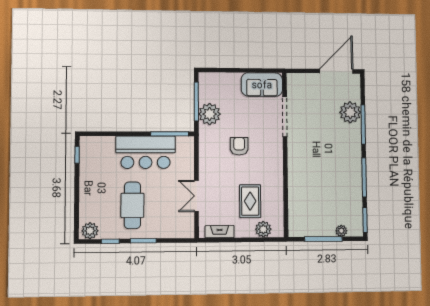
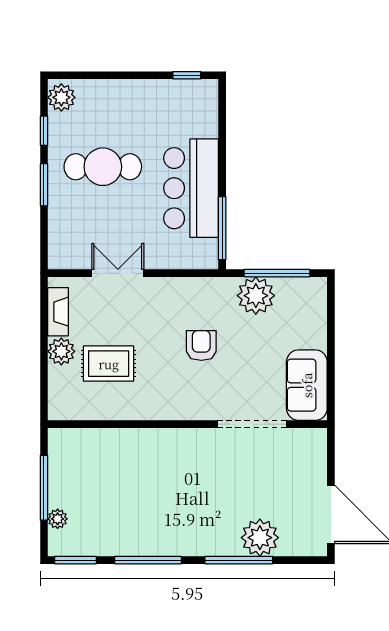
armchair: (239, 146) -> (201, 346), turned -90
plant: (263, 229) -> (61, 351), moved

